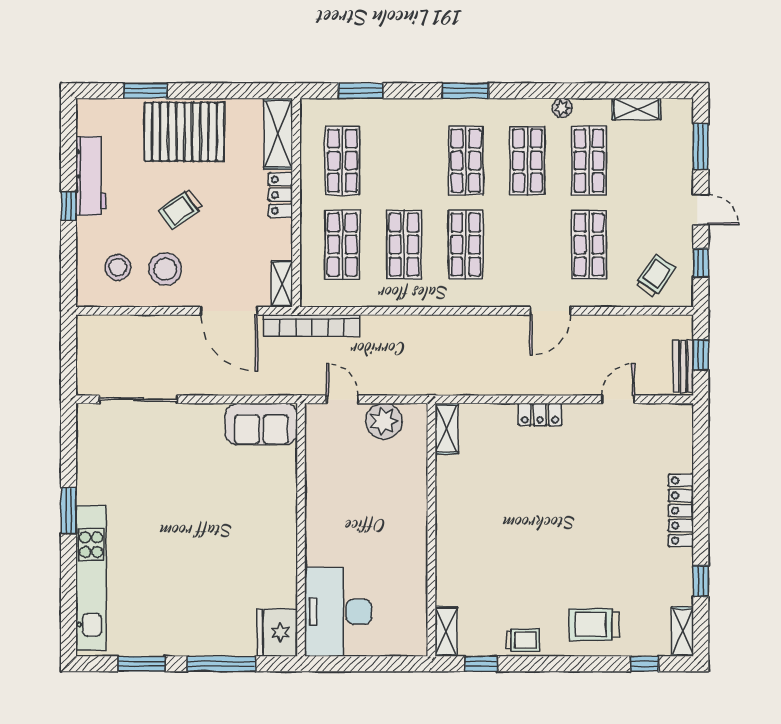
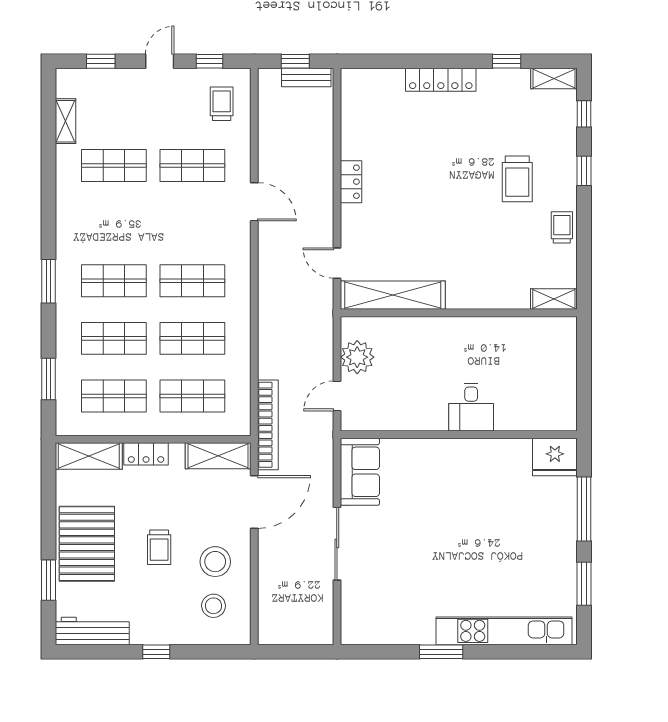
plant: (562, 108) -> (65, 191), removed
window: (701, 147) -> (101, 61), width x0.67
shop shelf: (527, 161) -> (114, 338), moved
workbench: (91, 176) -> (92, 631), moved
trolley: (181, 209) -> (159, 547), turned 36
trolley: (655, 276) -> (222, 104), turned 55
shelving: (282, 284) -> (218, 456), width x1.50, depth x1.33
sliding door: (138, 399) -> (337, 544), moved
door: (618, 399) -> (337, 263), moved
locker: (540, 414) -> (351, 182), moved
shelving: (447, 429) -> (393, 295), width x2.20, depth x1.33
desk: (338, 612) -> (471, 407), moved, width x0.53, depth x0.77
trolley: (594, 624) -> (517, 179), moved
window: (481, 664) -> (584, 171), moved

